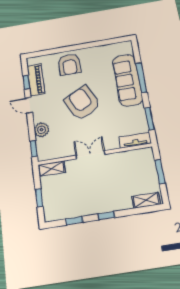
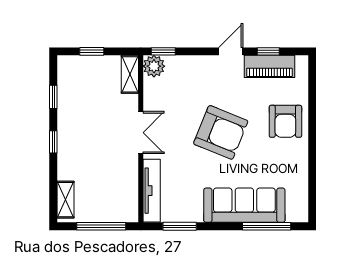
armchair: (69, 64) -> (285, 121), turned -90
window: (141, 78) -> (267, 226), moved
armchair: (82, 103) -> (221, 132), turned 49
plant: (41, 130) -> (154, 66), moved
tv unit: (135, 140) -> (152, 191), width x1.41
window: (160, 172) -> (101, 226), width x1.44

